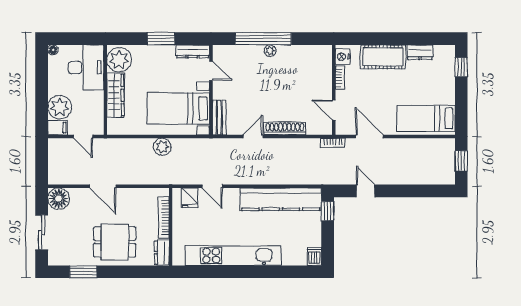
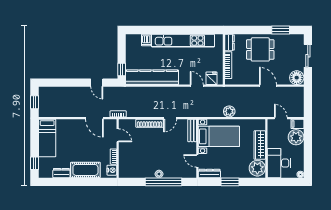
bed: (426, 119) -> (47, 138), moved, turned 90
dishwasher: (314, 256) -> (146, 40), moved

